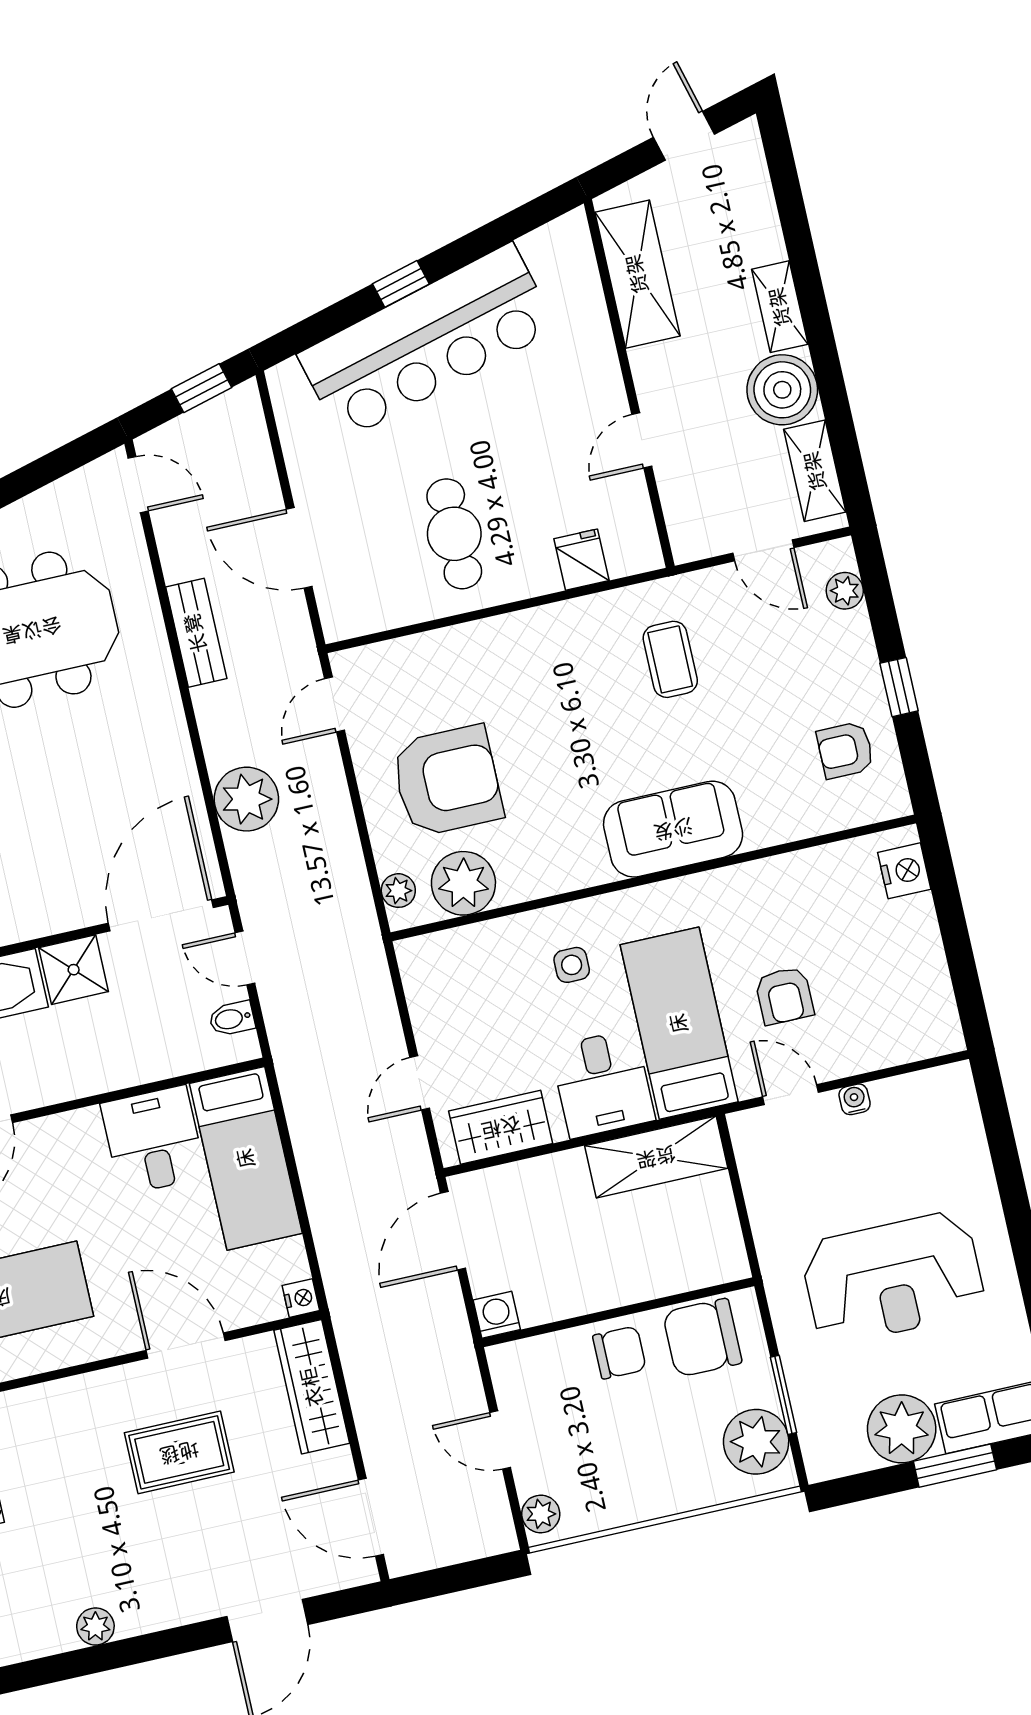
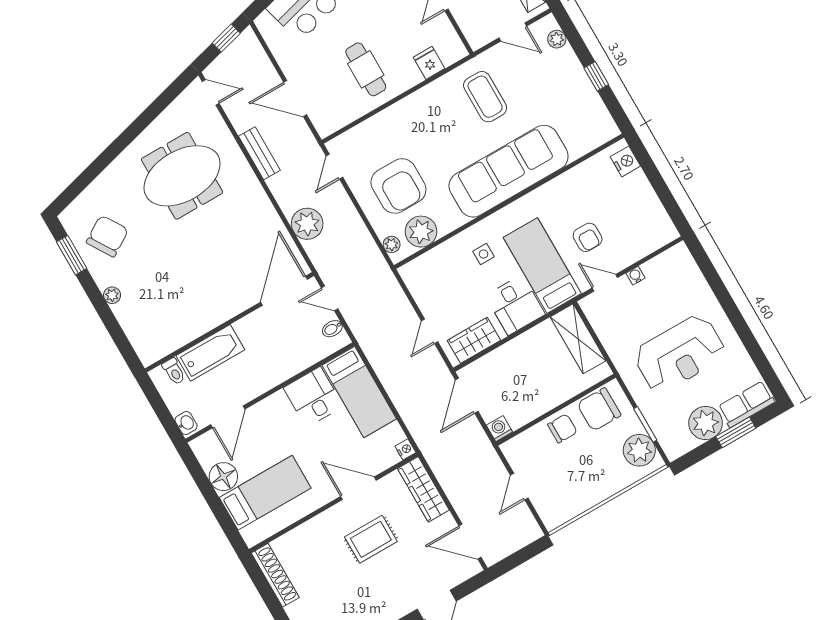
coffee table: (670, 659) -> (485, 97), width x1.36, depth x1.30
armchair: (845, 750) -> (580, 114), removed
armchair: (447, 781) -> (398, 186), turned 90
sofa: (673, 829) -> (509, 171), width x1.85, depth x1.27
shower: (74, 970) -> (251, 329), removed
shelving: (656, 1157) -> (578, 339), moved, turned 90
door: (500, 1440) -> (519, 487), hinge flipped
plant: (541, 1514) -> (549, 515), removed

